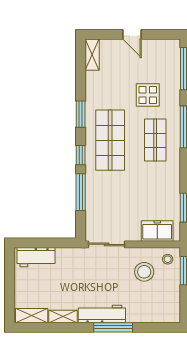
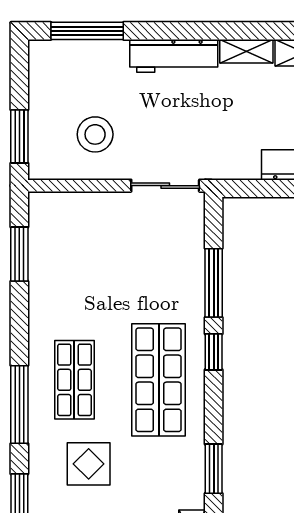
window: (81, 114) -> (214, 469), moved
freezer: (157, 231) -> (71, 210), removed
stool: (168, 259) -> (51, 158), removed
window: (113, 327) -> (87, 31), moved

